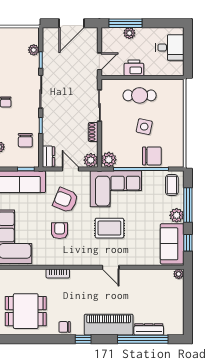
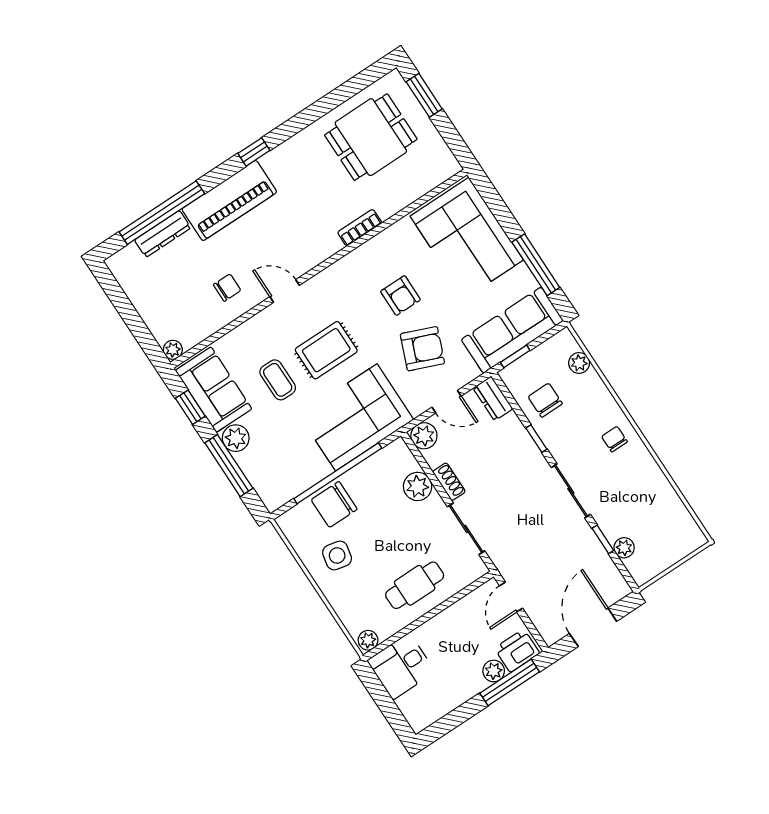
desk: (170, 47) -> (401, 666), moved
printer: (134, 68) -> (517, 651), moved, turned 180
plant: (177, 84) -> (368, 640), added
side table: (144, 127) -> (337, 555), moved
plant: (109, 160) -> (418, 486), moved
coffee table: (172, 185) -> (278, 380), moved
chair: (65, 327) -> (227, 288), moved

